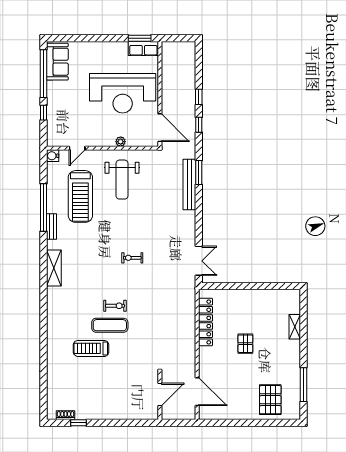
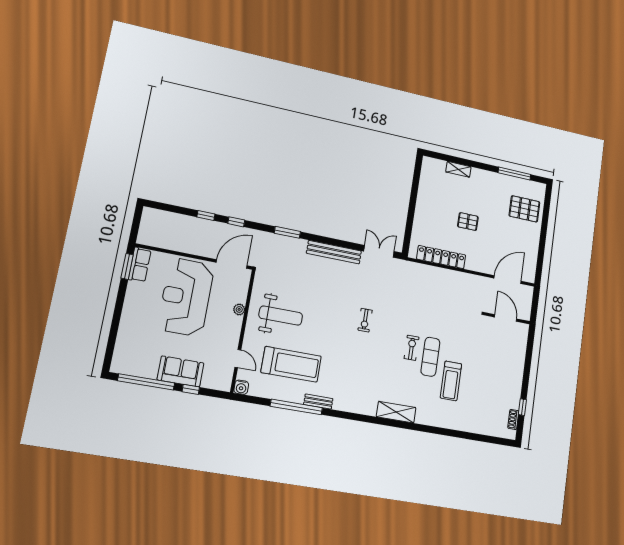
sofa: (57, 62) -> (181, 371), moved
reception desk: (123, 93) -> (186, 297), turned 180
bench: (189, 185) -> (334, 252), moved
shelving: (54, 268) -> (396, 412), moved

